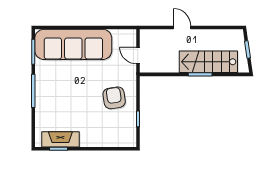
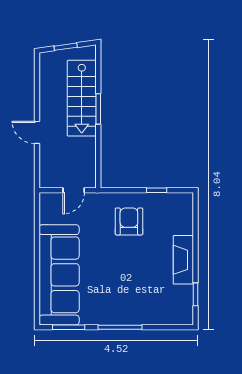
door: (182, 28) -> (37, 132), hinge flipped
armchair: (114, 98) -> (129, 221), turned 99
fireplace: (60, 139) -> (183, 260), moved

